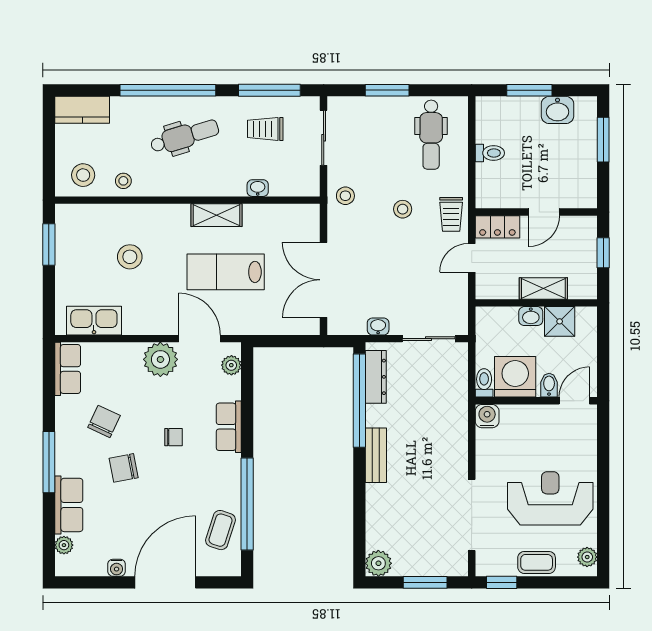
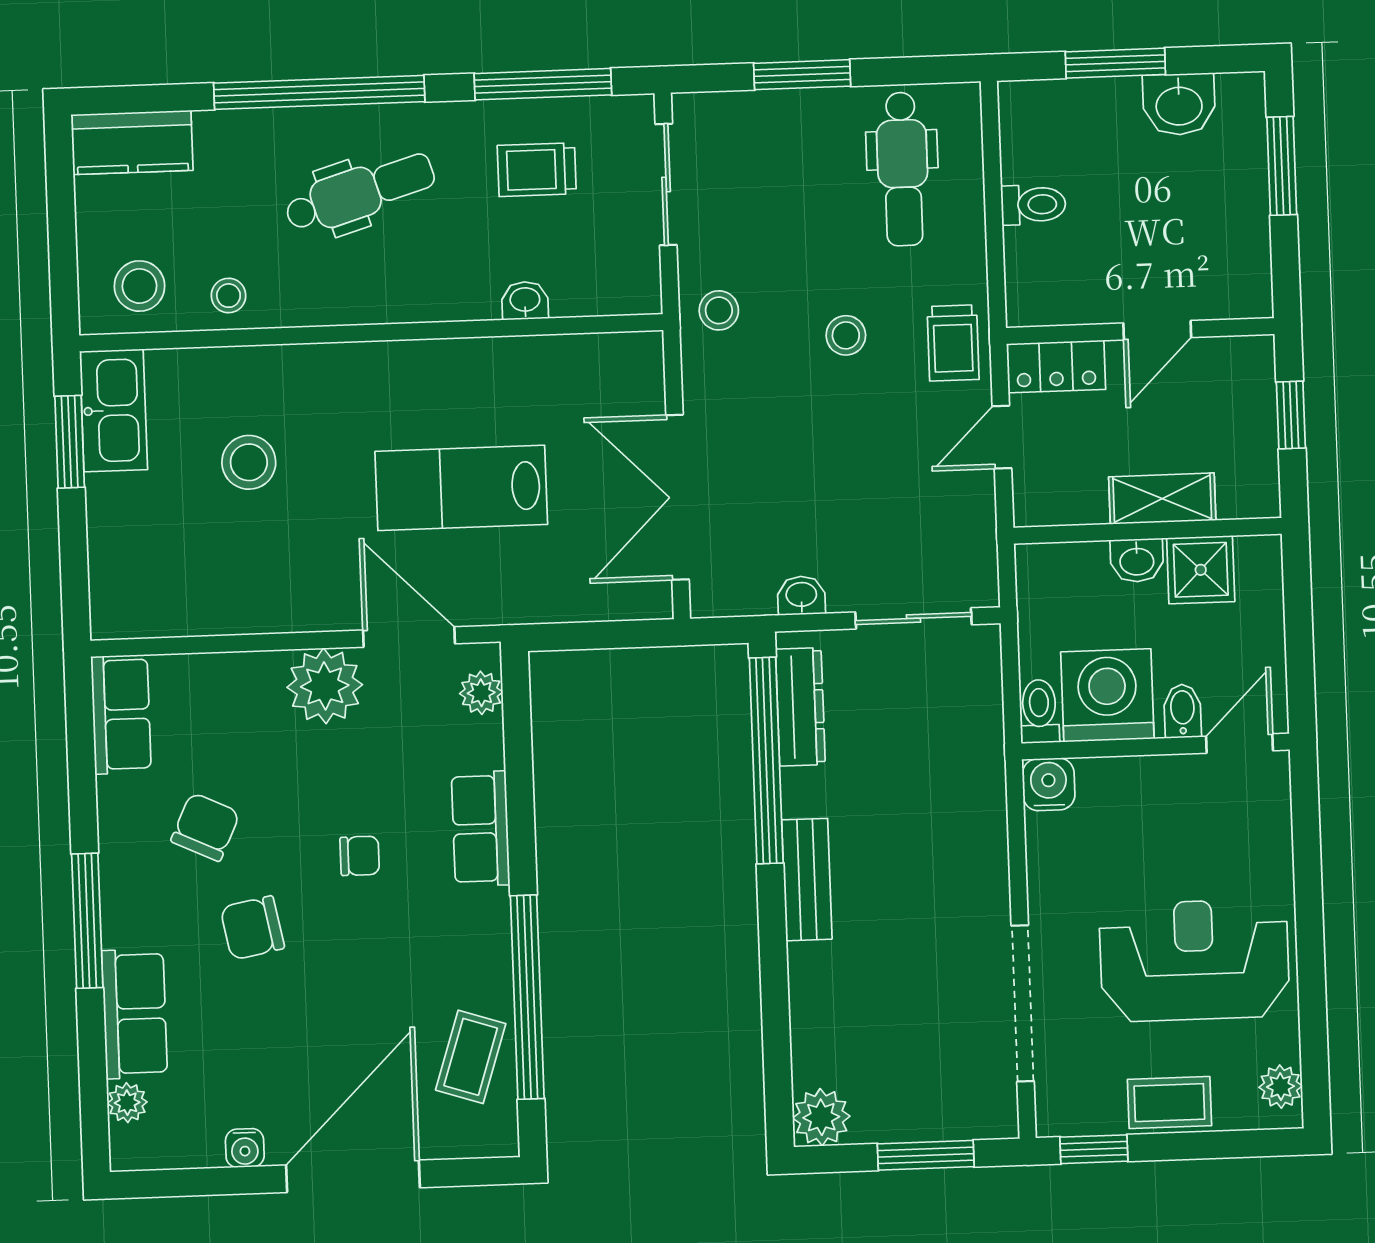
shelving: (217, 215) -> (437, 364), removed
kitchen sink: (94, 321) -> (114, 411), moved, turned 90

